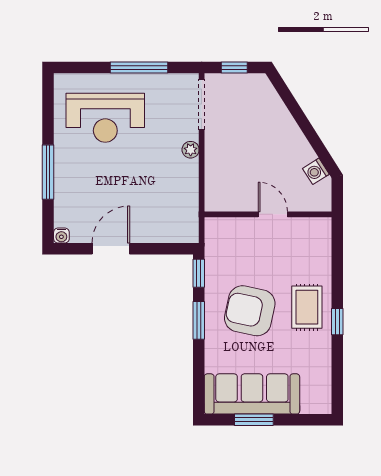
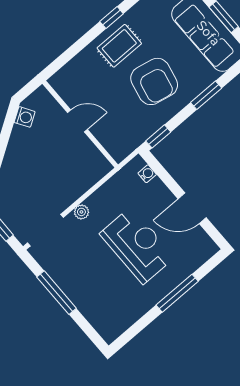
reception desk: (105, 118) -> (137, 245), moved
door: (273, 214) -> (77, 121), swing flipped
water cooler: (61, 236) -> (147, 174), moved
window: (199, 320) -> (206, 95), moved

